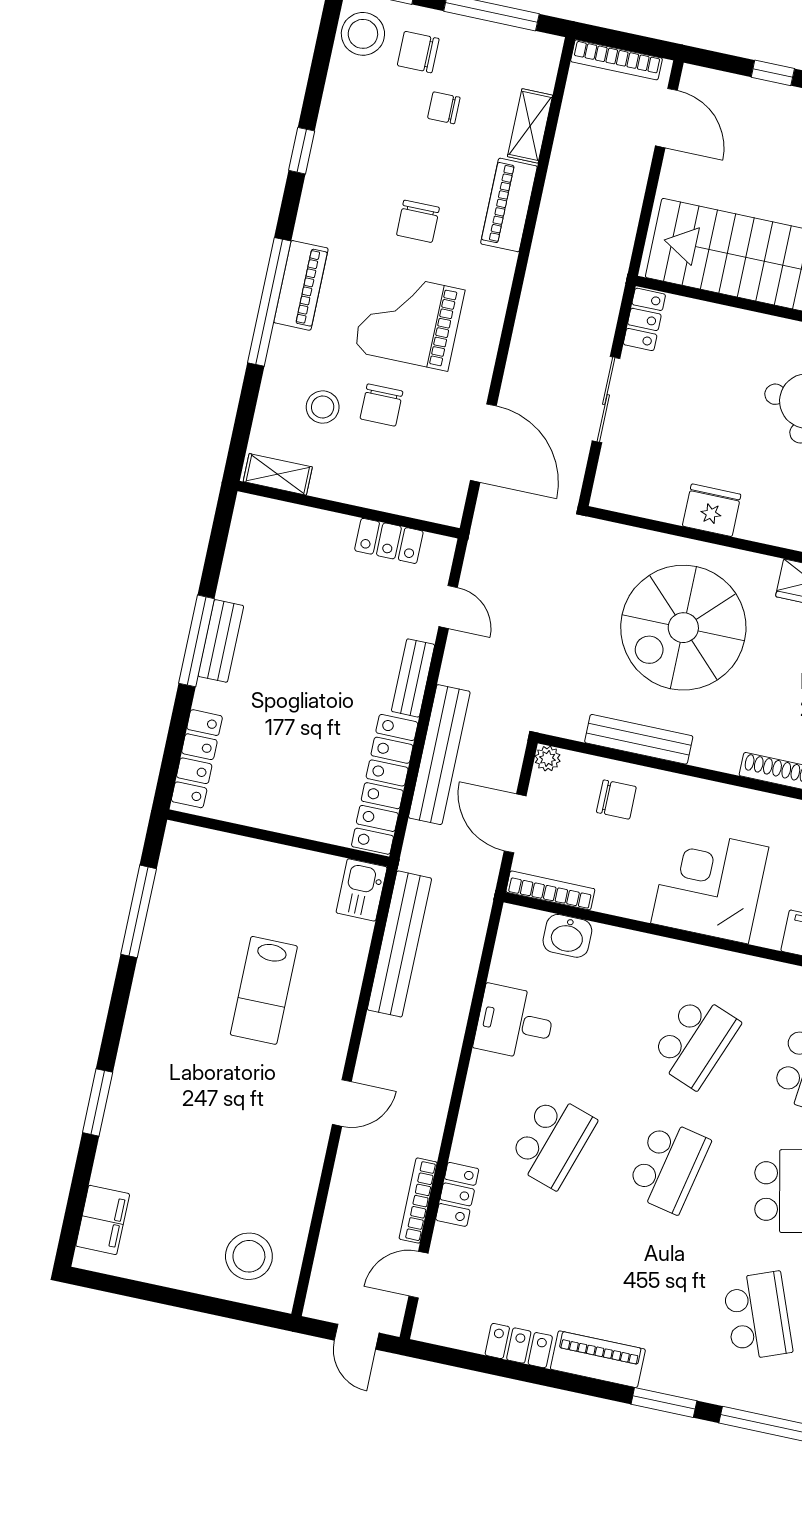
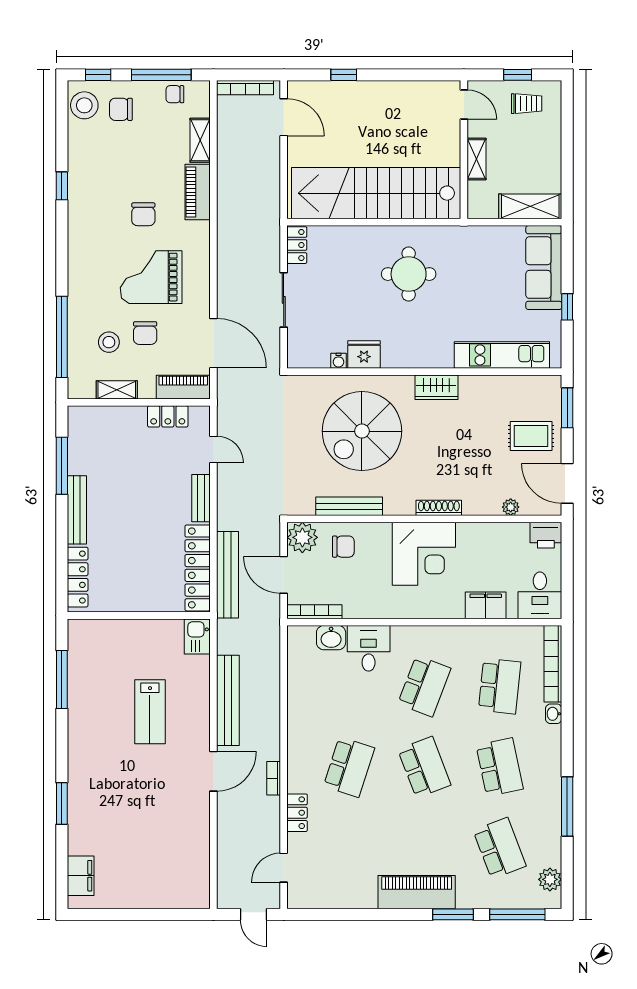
chair: (444, 108) -> (175, 94), moved
piano: (301, 285) -> (183, 387), moved, turned -90
window: (269, 302) -> (62, 337), moved
shelving: (278, 474) -> (117, 390), moved
water cooler: (670, 511) -> (339, 361), added
window: (197, 641) -> (62, 466), moved
bench: (221, 641) -> (77, 510), width x1.36
bench: (439, 755) -> (227, 575), moved
plant: (548, 759) -> (302, 537), width x1.88, depth x1.88
corner desk: (710, 885) -> (424, 554), moved, turned 180
bench: (399, 944) -> (228, 700), moved
desk: (515, 1023) -> (369, 648), moved, turned 90
door: (342, 1103) -> (213, 771), width x1.38
school desk: (668, 1166) -> (424, 767), turned -33
bookcase: (418, 1201) -> (274, 778), moved, width x0.64
stool: (249, 1256) -> (176, 879), removed
locker: (519, 1346) -> (355, 898), removed
piano: (598, 1359) -> (417, 892), width x1.37, depth x1.33

